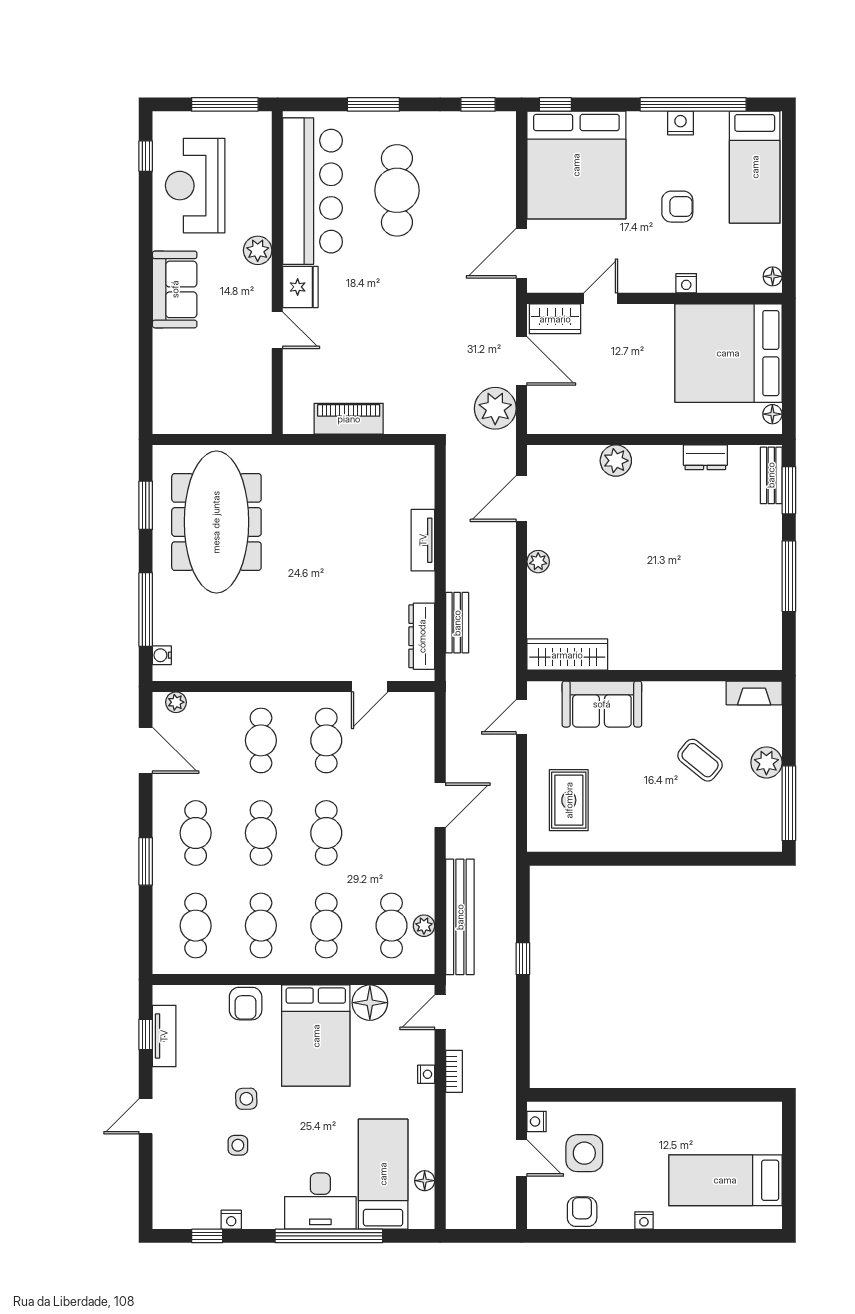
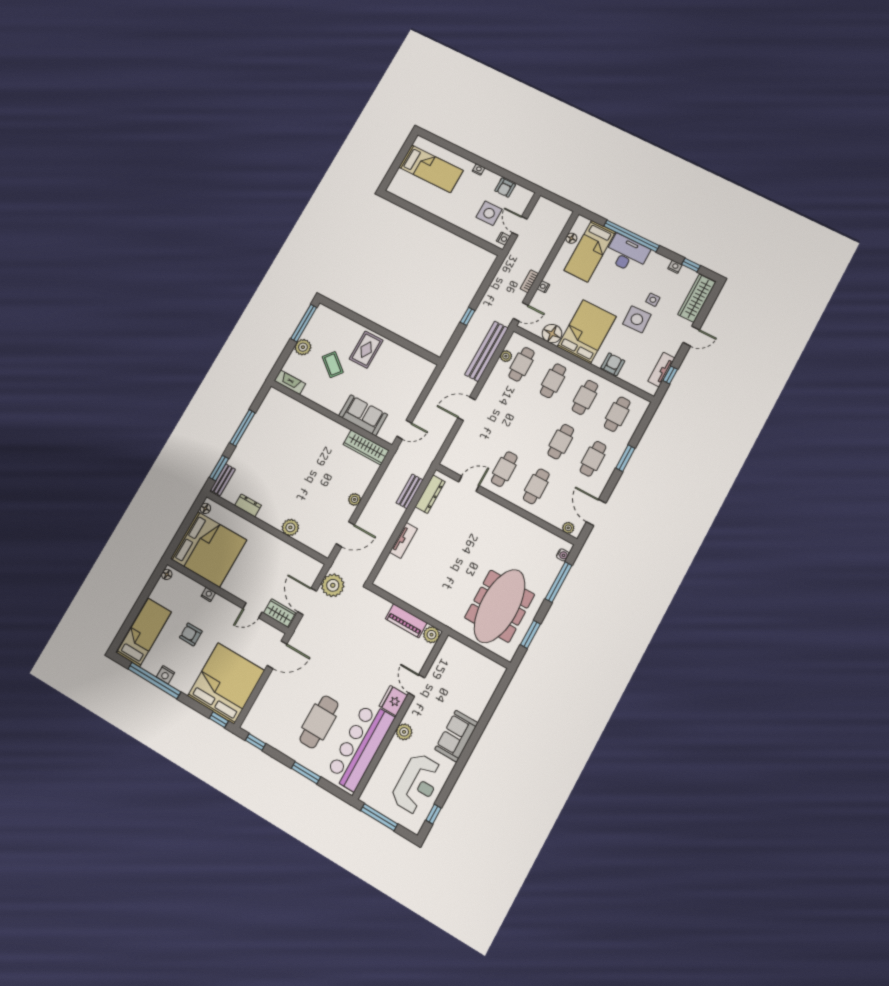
plant: (297, 419) -> (432, 635), added
rug: (569, 800) -> (366, 350), moved
cafe table: (326, 833) -> (529, 425), removed
side table: (246, 1099) -> (637, 319), width x1.87, depth x1.87
wardrobe: (169, 1184) -> (697, 298), added

